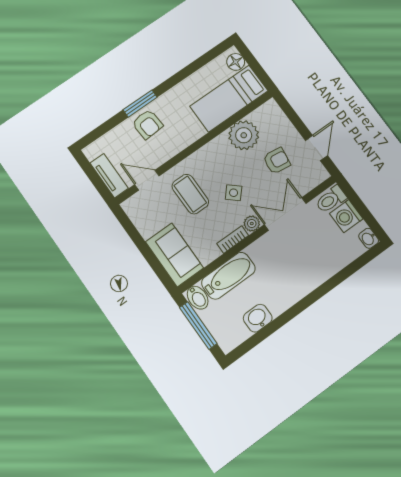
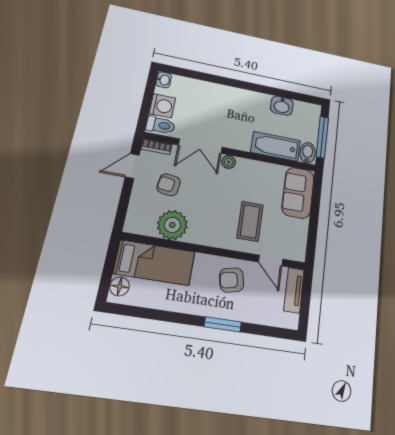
armchair: (147, 124) -> (232, 280), moved, turned -98
side table: (234, 193) -> (220, 193), removed
bookcase: (233, 239) -> (157, 147), moved

